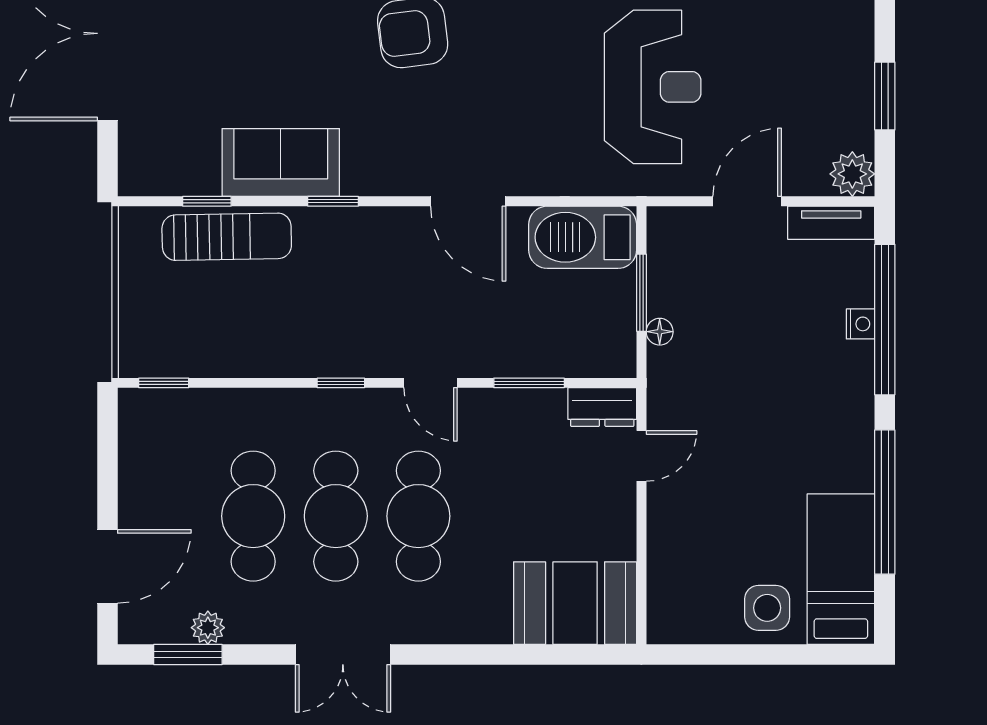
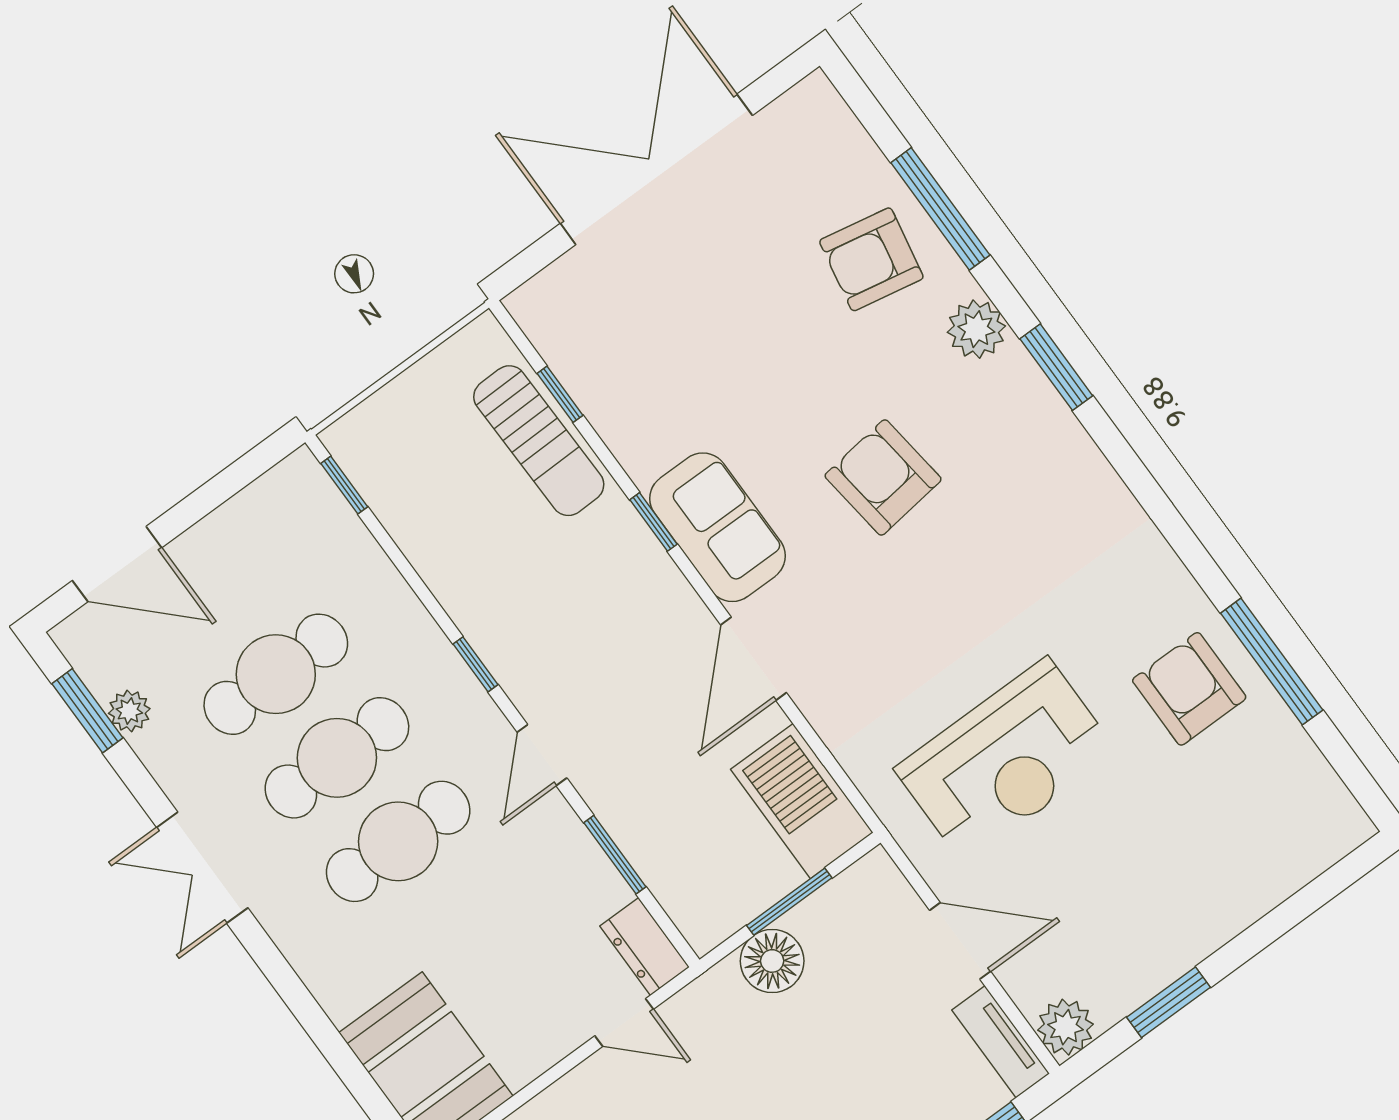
sofa: (281, 162) -> (718, 527), moved
floor lamp: (660, 332) -> (772, 961), width x1.89, depth x1.89

